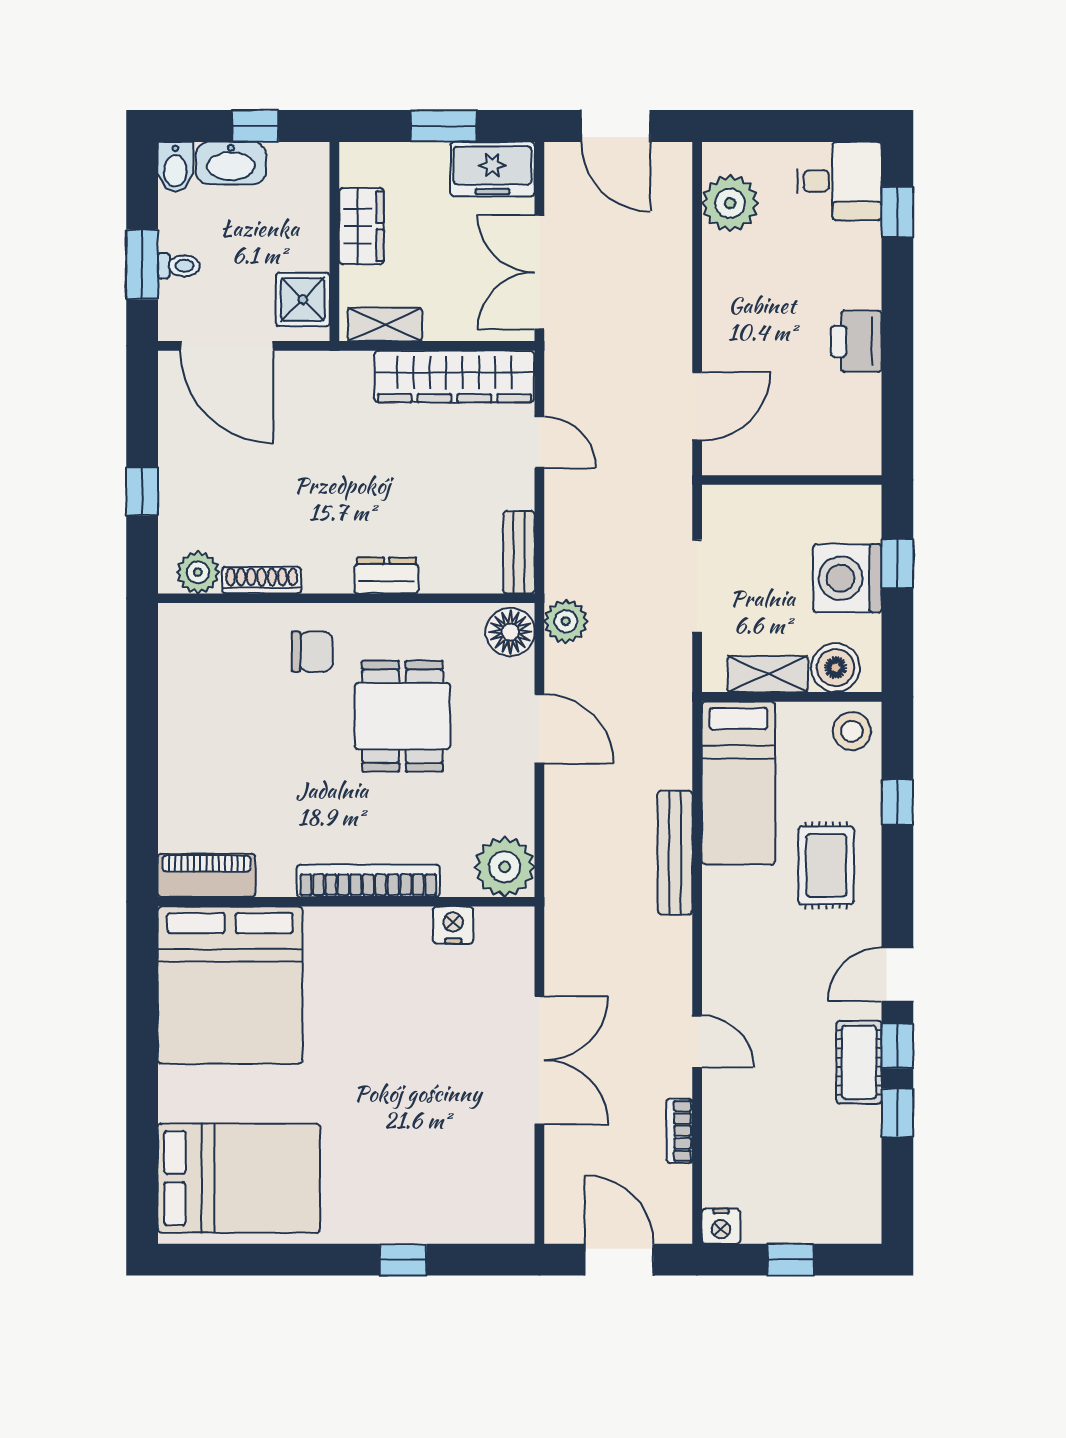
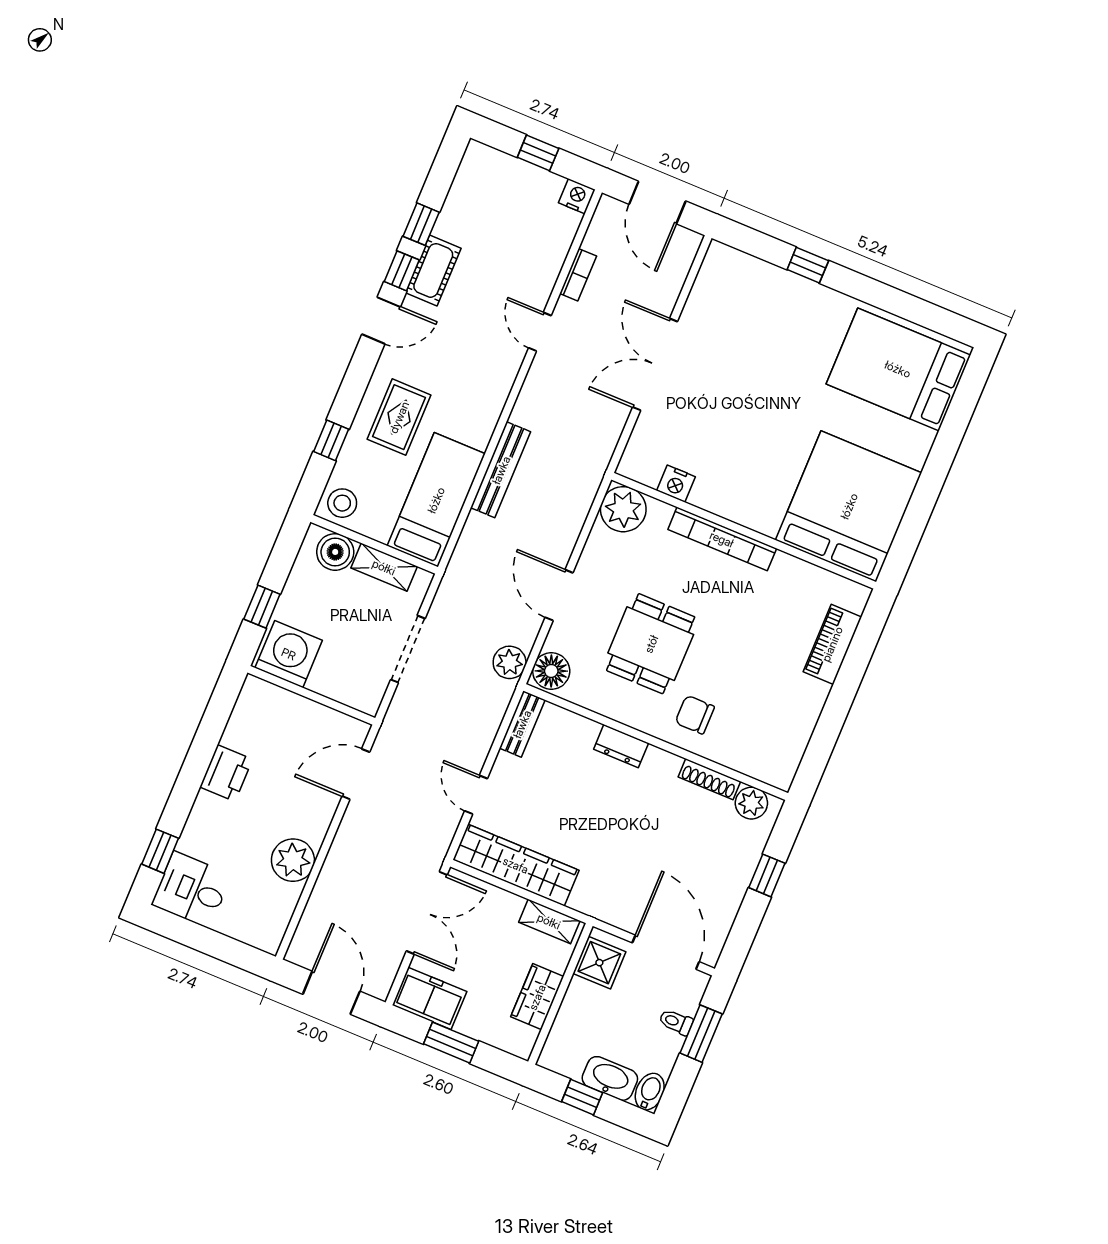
plant: (730, 203) -> (293, 860), moved
washing machine: (847, 578) -> (289, 654), moved, turned -90
piano: (206, 875) -> (832, 644), moved, turned 90

